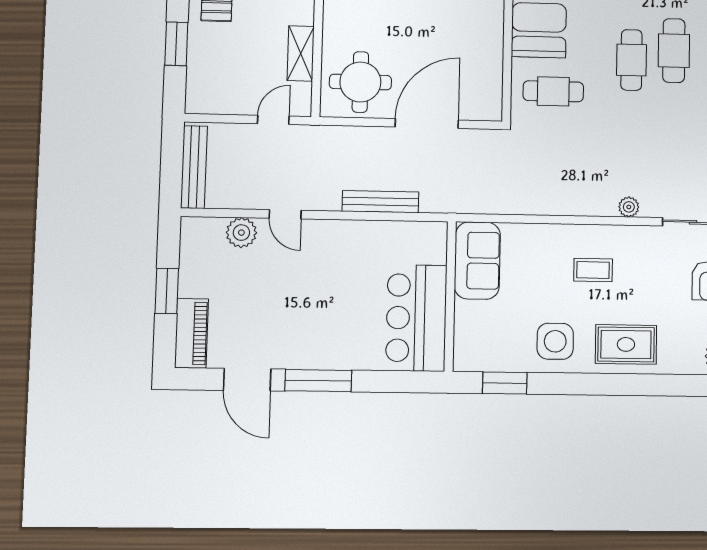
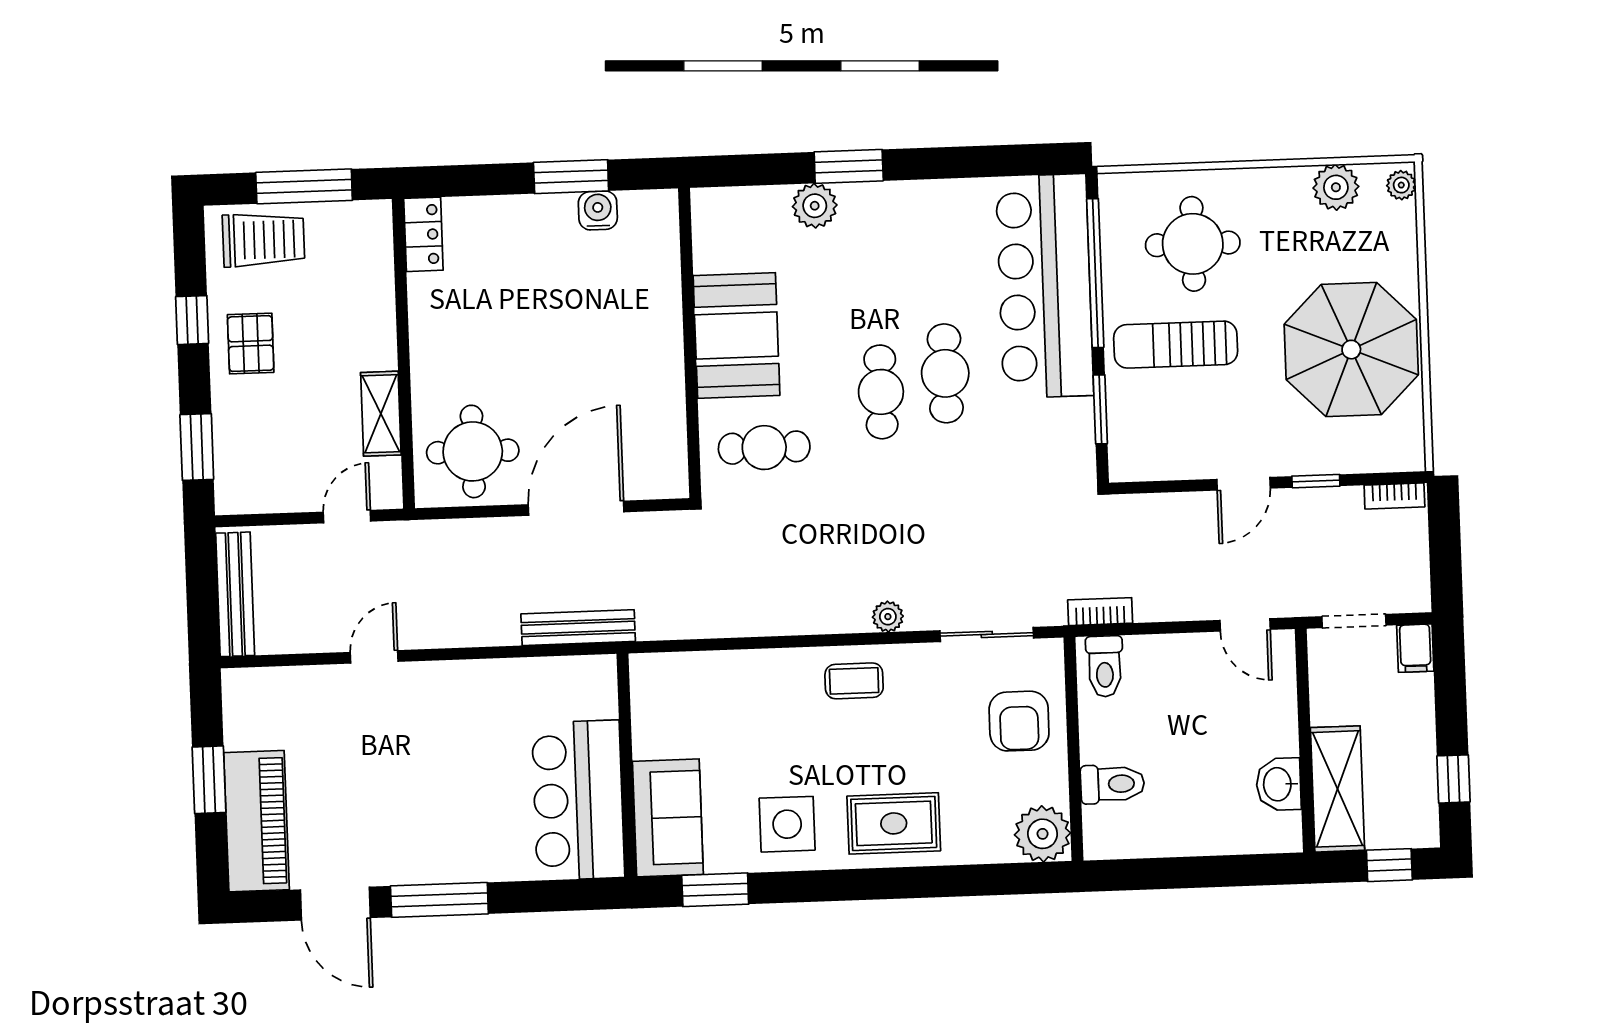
window: (176, 44) -> (197, 447), moved
bench: (380, 202) -> (578, 628), moved
door: (285, 214) -> (374, 657), swing flipped
plant: (241, 233) -> (312, 688), removed
sofa: (477, 261) -> (668, 818), moved
coffee table: (593, 270) -> (854, 681), moved
piano: (192, 333) -> (256, 821), width x1.37, depth x1.33

